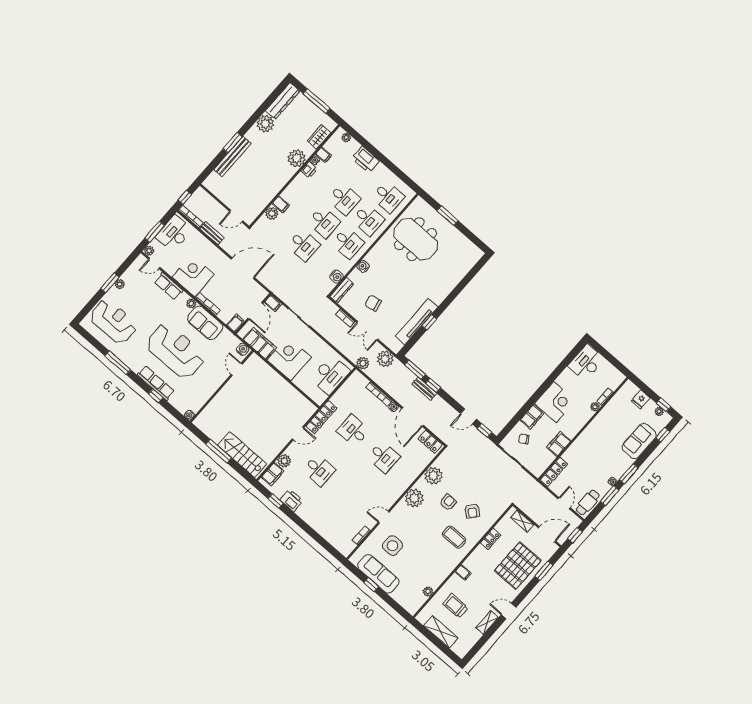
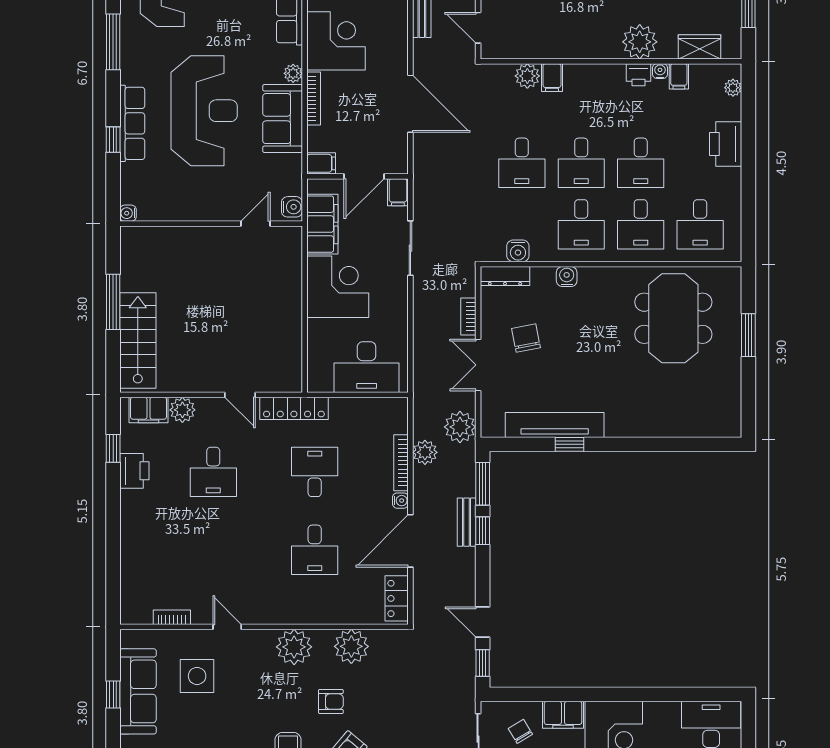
plant: (363, 363) -> (425, 452), moved

